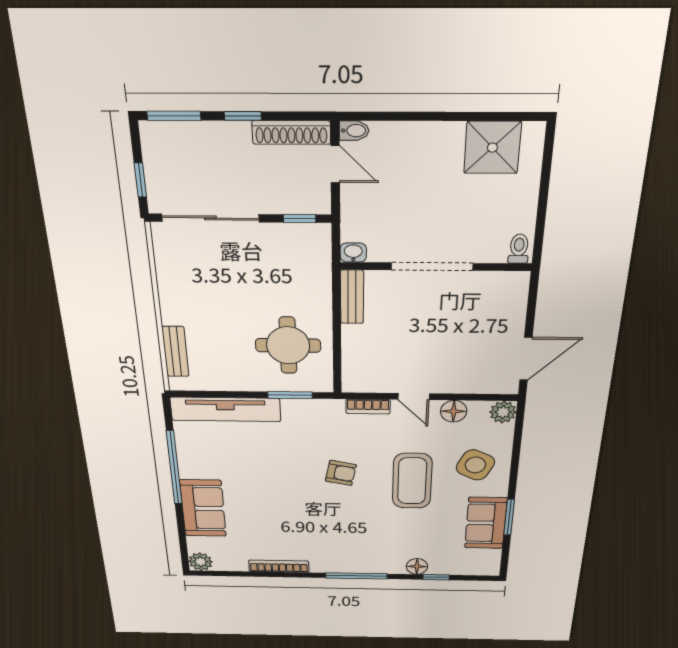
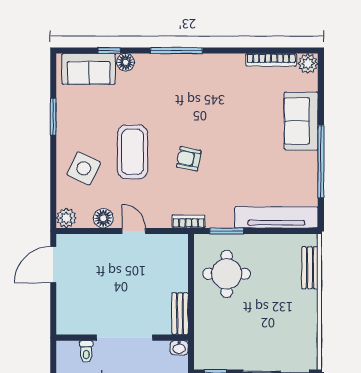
toilet: (519, 249) -> (86, 351), moved
bookcase: (368, 407) -> (189, 221), moved
sofa: (486, 523) -> (89, 69), moved, turned 90
bookcase: (279, 566) -> (271, 60), moved

